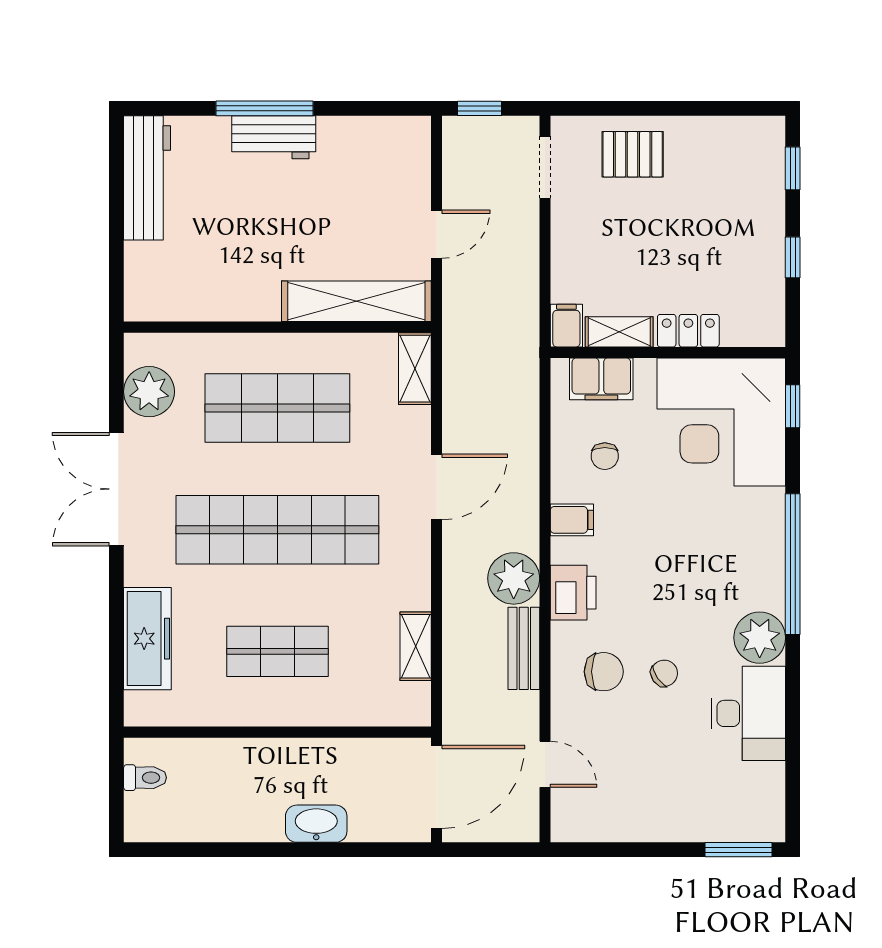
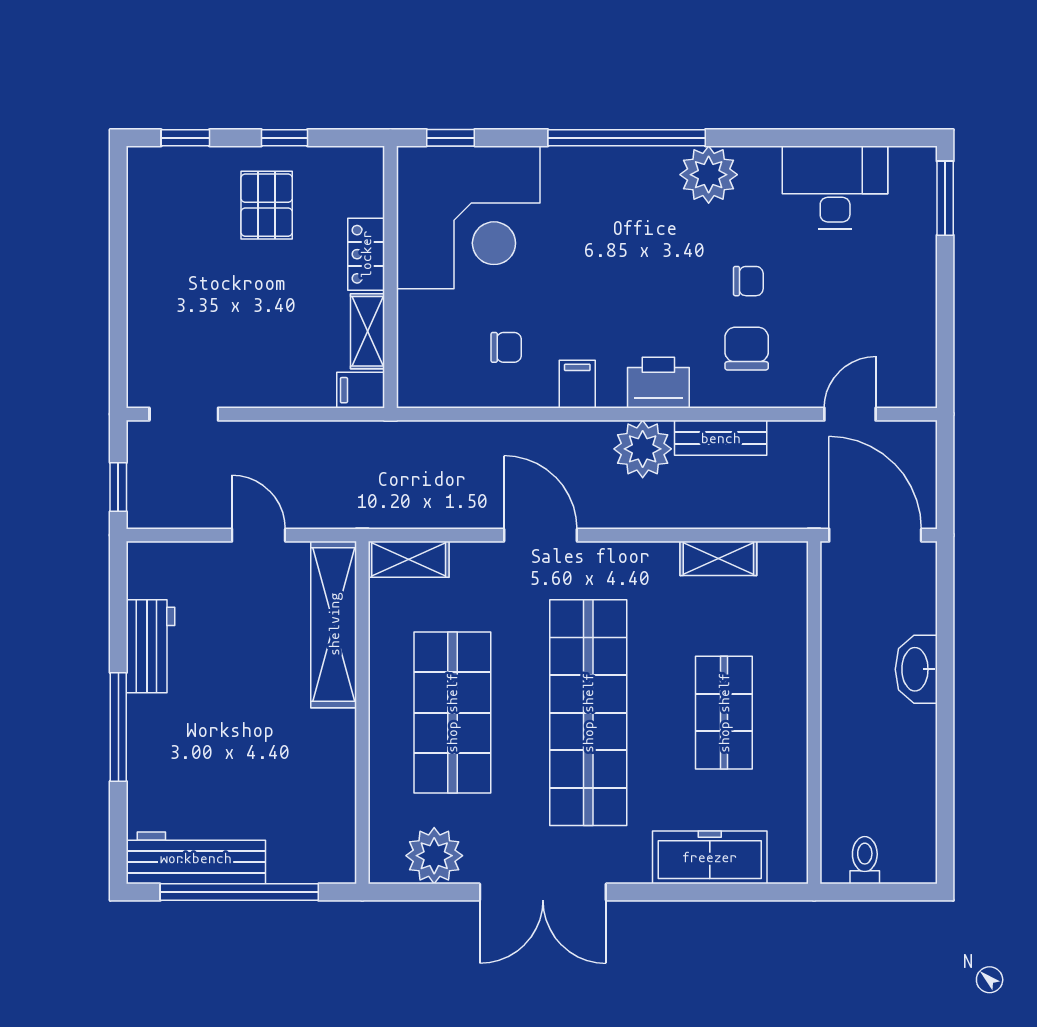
workbench: (274, 137) -> (150, 646), moved
pallet: (633, 154) -> (267, 205), moved
window: (116, 217) -> (239, 892), added
filing cabinet: (601, 379) -> (420, 351), removed
chair: (664, 673) -> (748, 281), turned 125
desk: (748, 713) -> (835, 187), moved

